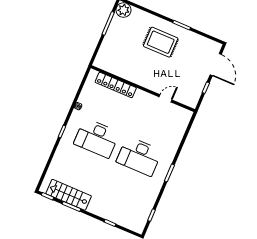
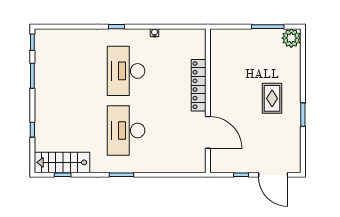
rug: (161, 42) -> (272, 98), width x0.73, depth x0.70
door: (216, 65) -> (273, 175), hinge flipped
locker: (116, 85) -> (199, 85), moved
door: (165, 98) -> (208, 132), width x1.87
stairs: (69, 195) -> (62, 162), moved, turned -90

